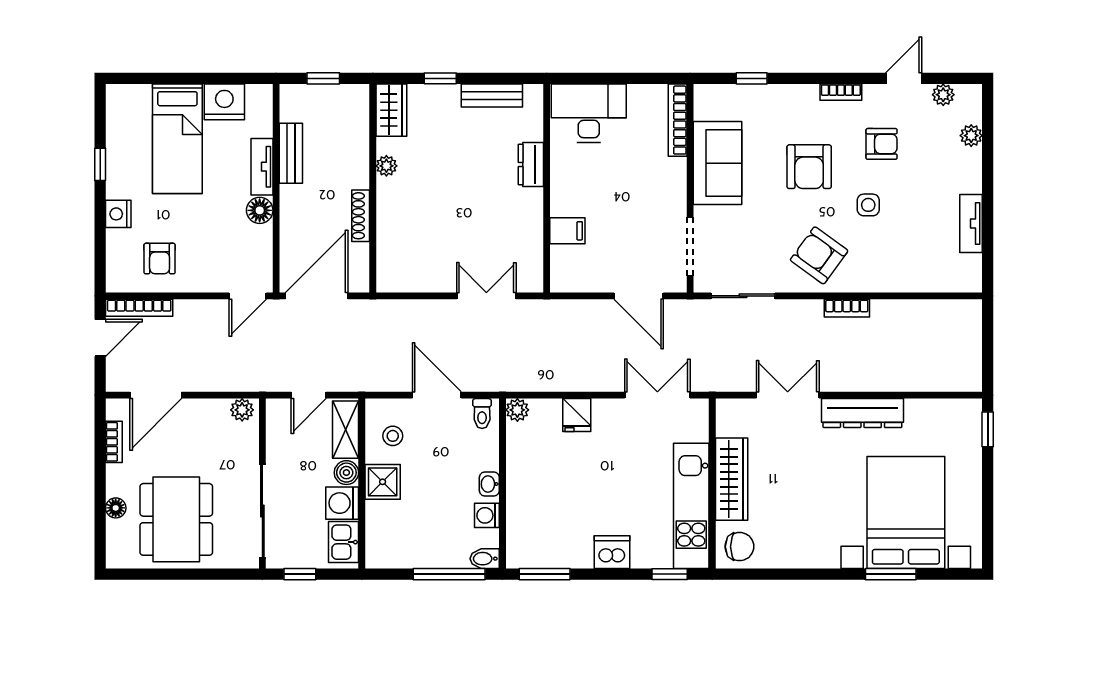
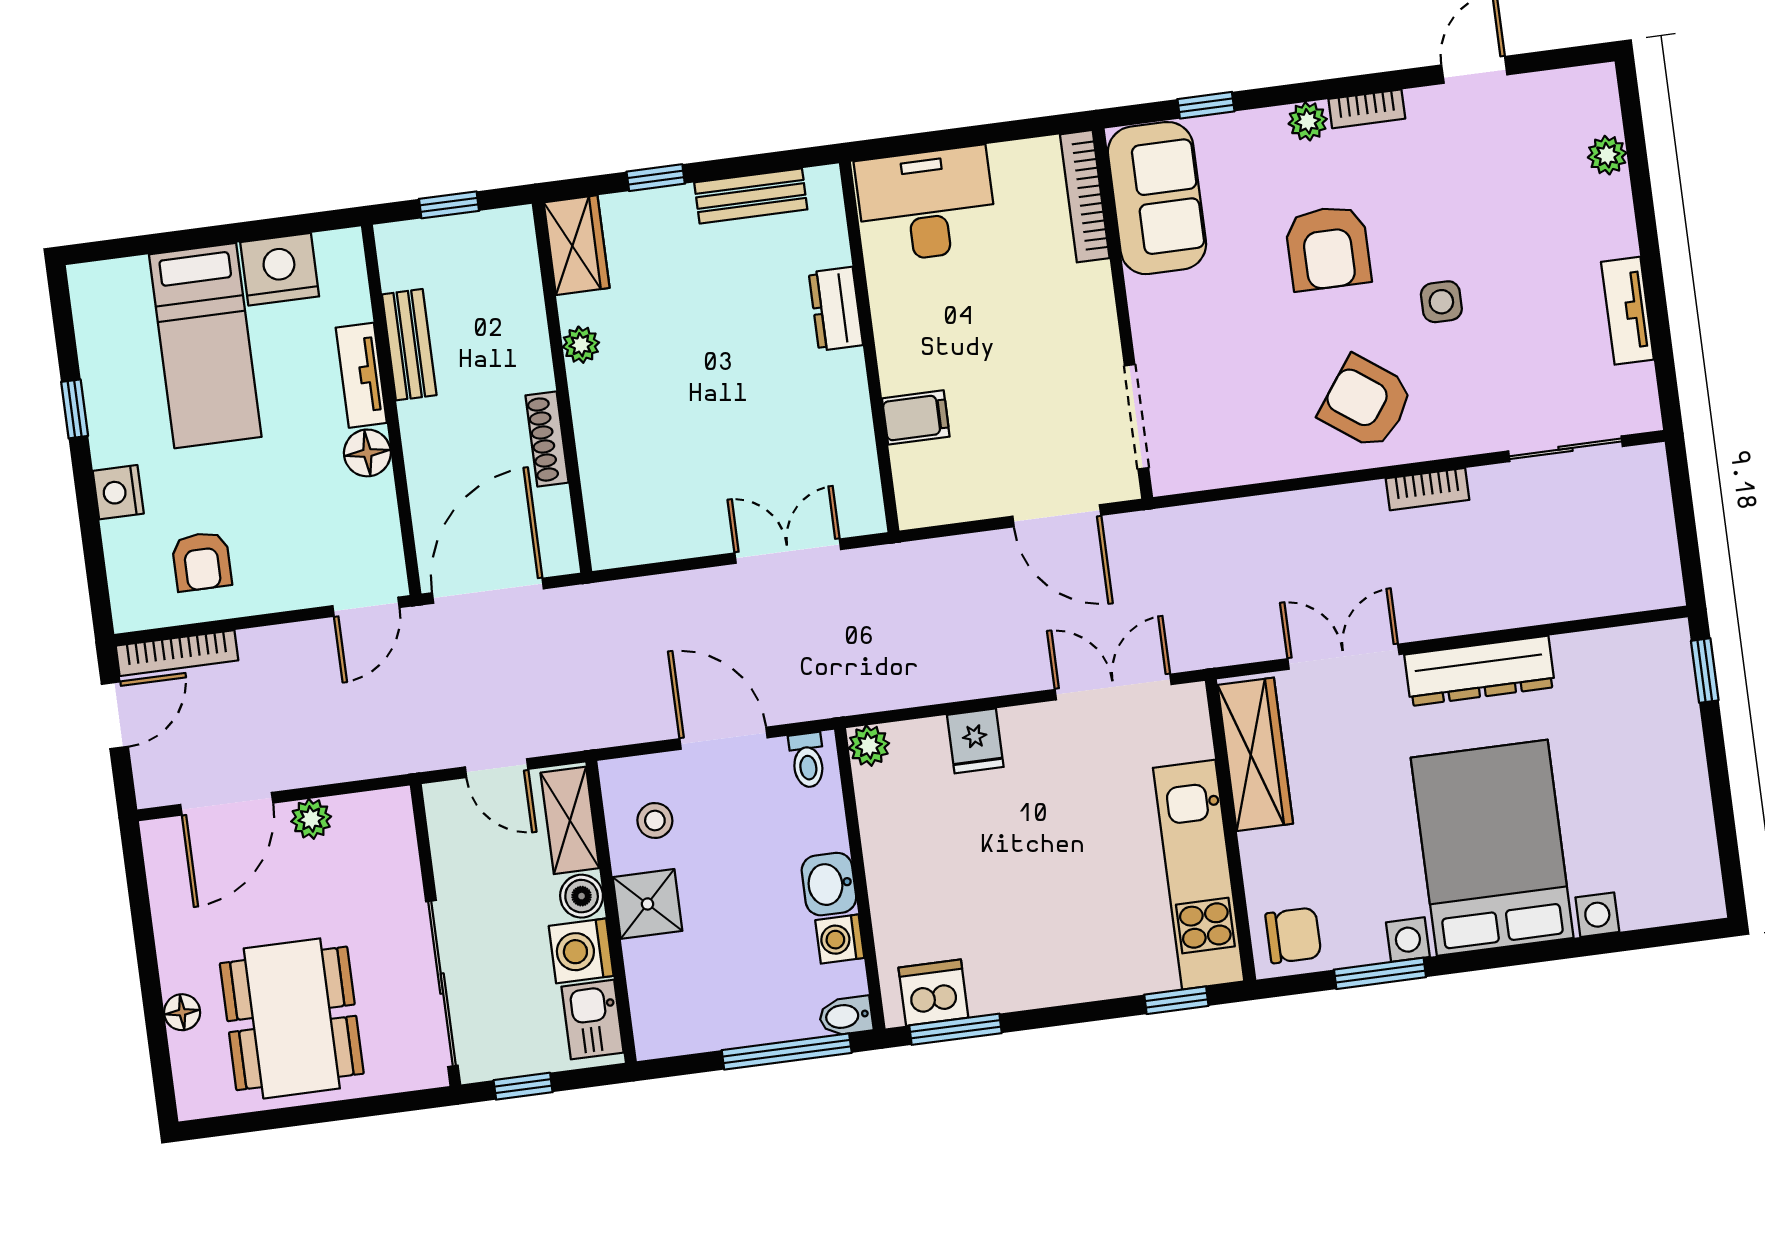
plant: (943, 95) -> (1308, 121), moved
armchair: (882, 144) -> (1451, 191), removed
sofa: (718, 163) -> (1157, 198), moved
sliding door: (743, 296) -> (1566, 449), moved
door: (309, 395) -> (497, 768), hinge flipped
plant: (242, 410) -> (311, 819), moved
bookcase: (114, 442) -> (164, 896), removed
wardrobe: (732, 479) -> (1255, 754), moved
washbasin: (489, 484) -> (829, 884), width x1.38, depth x1.45
bed with nightstands: (906, 512) -> (1492, 848), moved
dishwasher: (612, 552) -> (933, 993), moved
window: (891, 574) -> (1380, 973), moved

